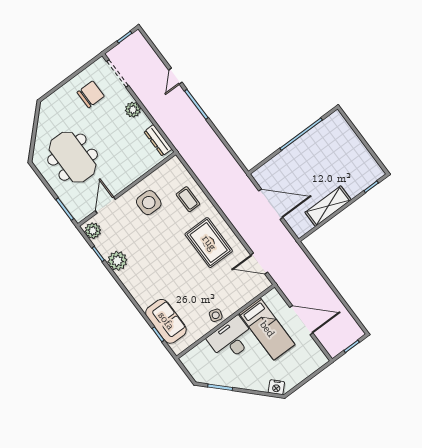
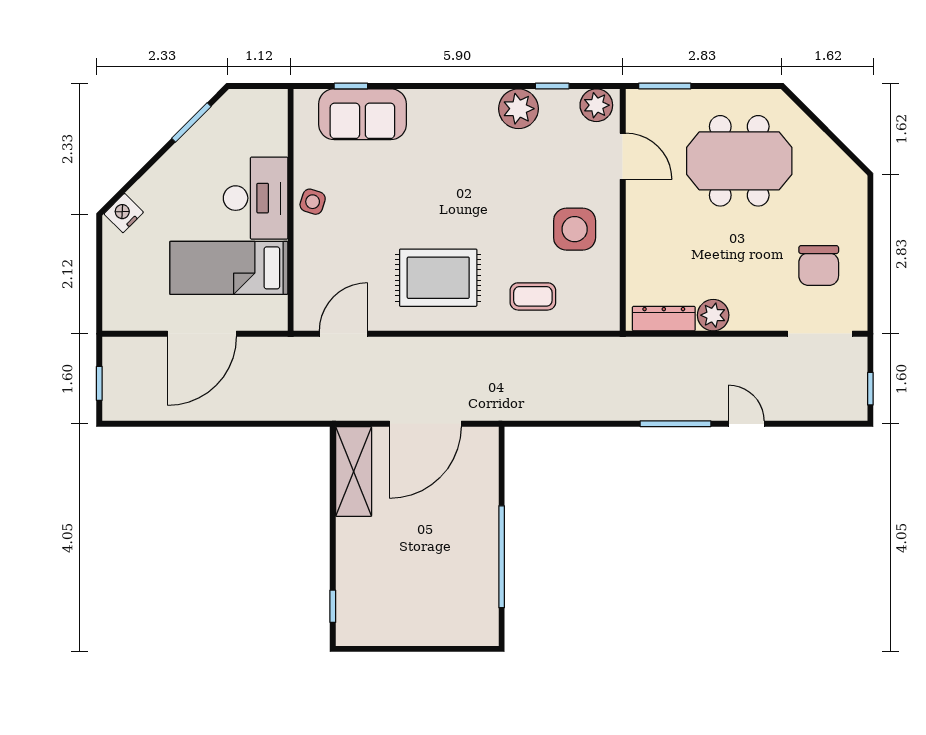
plant: (133, 110) -> (713, 315), moved
shelving: (328, 206) -> (354, 471), moved

